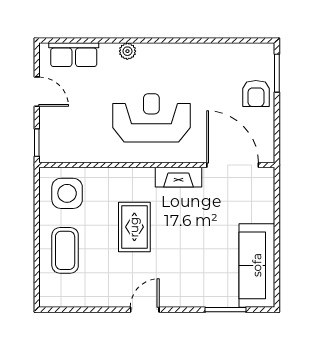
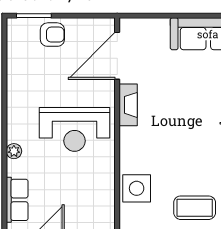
reception desk: (151, 118) -> (74, 129), turned -90
side table: (67, 193) -> (137, 188), moved
rug: (134, 227) -> (173, 145), removed

